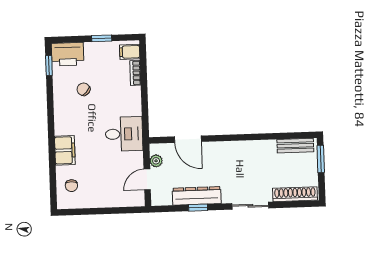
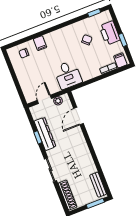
printer: (68, 54) -> (110, 33), moved
filing cabinet: (65, 150) -> (40, 43), width x0.50
door: (147, 179) -> (44, 99), hinge flipped

